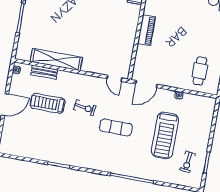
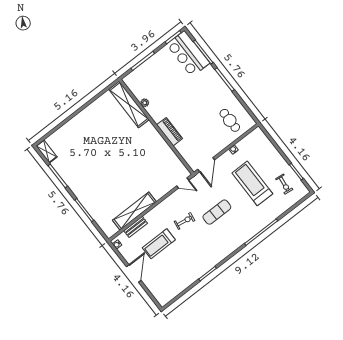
treadmill: (165, 135) -> (252, 183), turned 180

